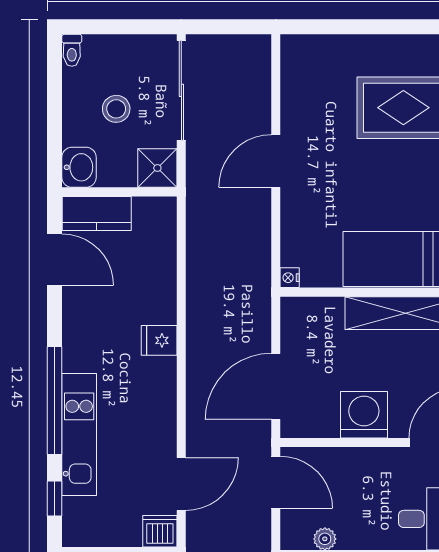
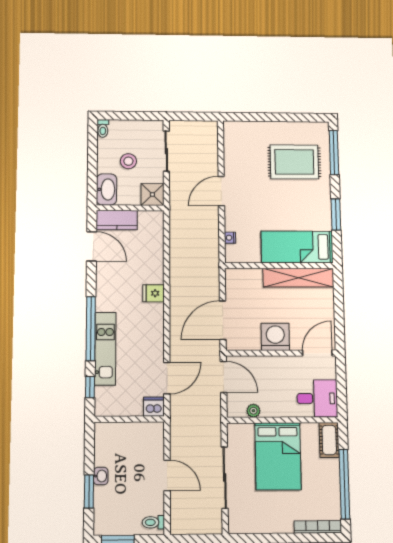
sliding door: (181, 90) -> (166, 151), width x0.73
washbasin: (79, 167) -> (106, 189), width x1.38
nightstand: (290, 278) -> (230, 238), moved

